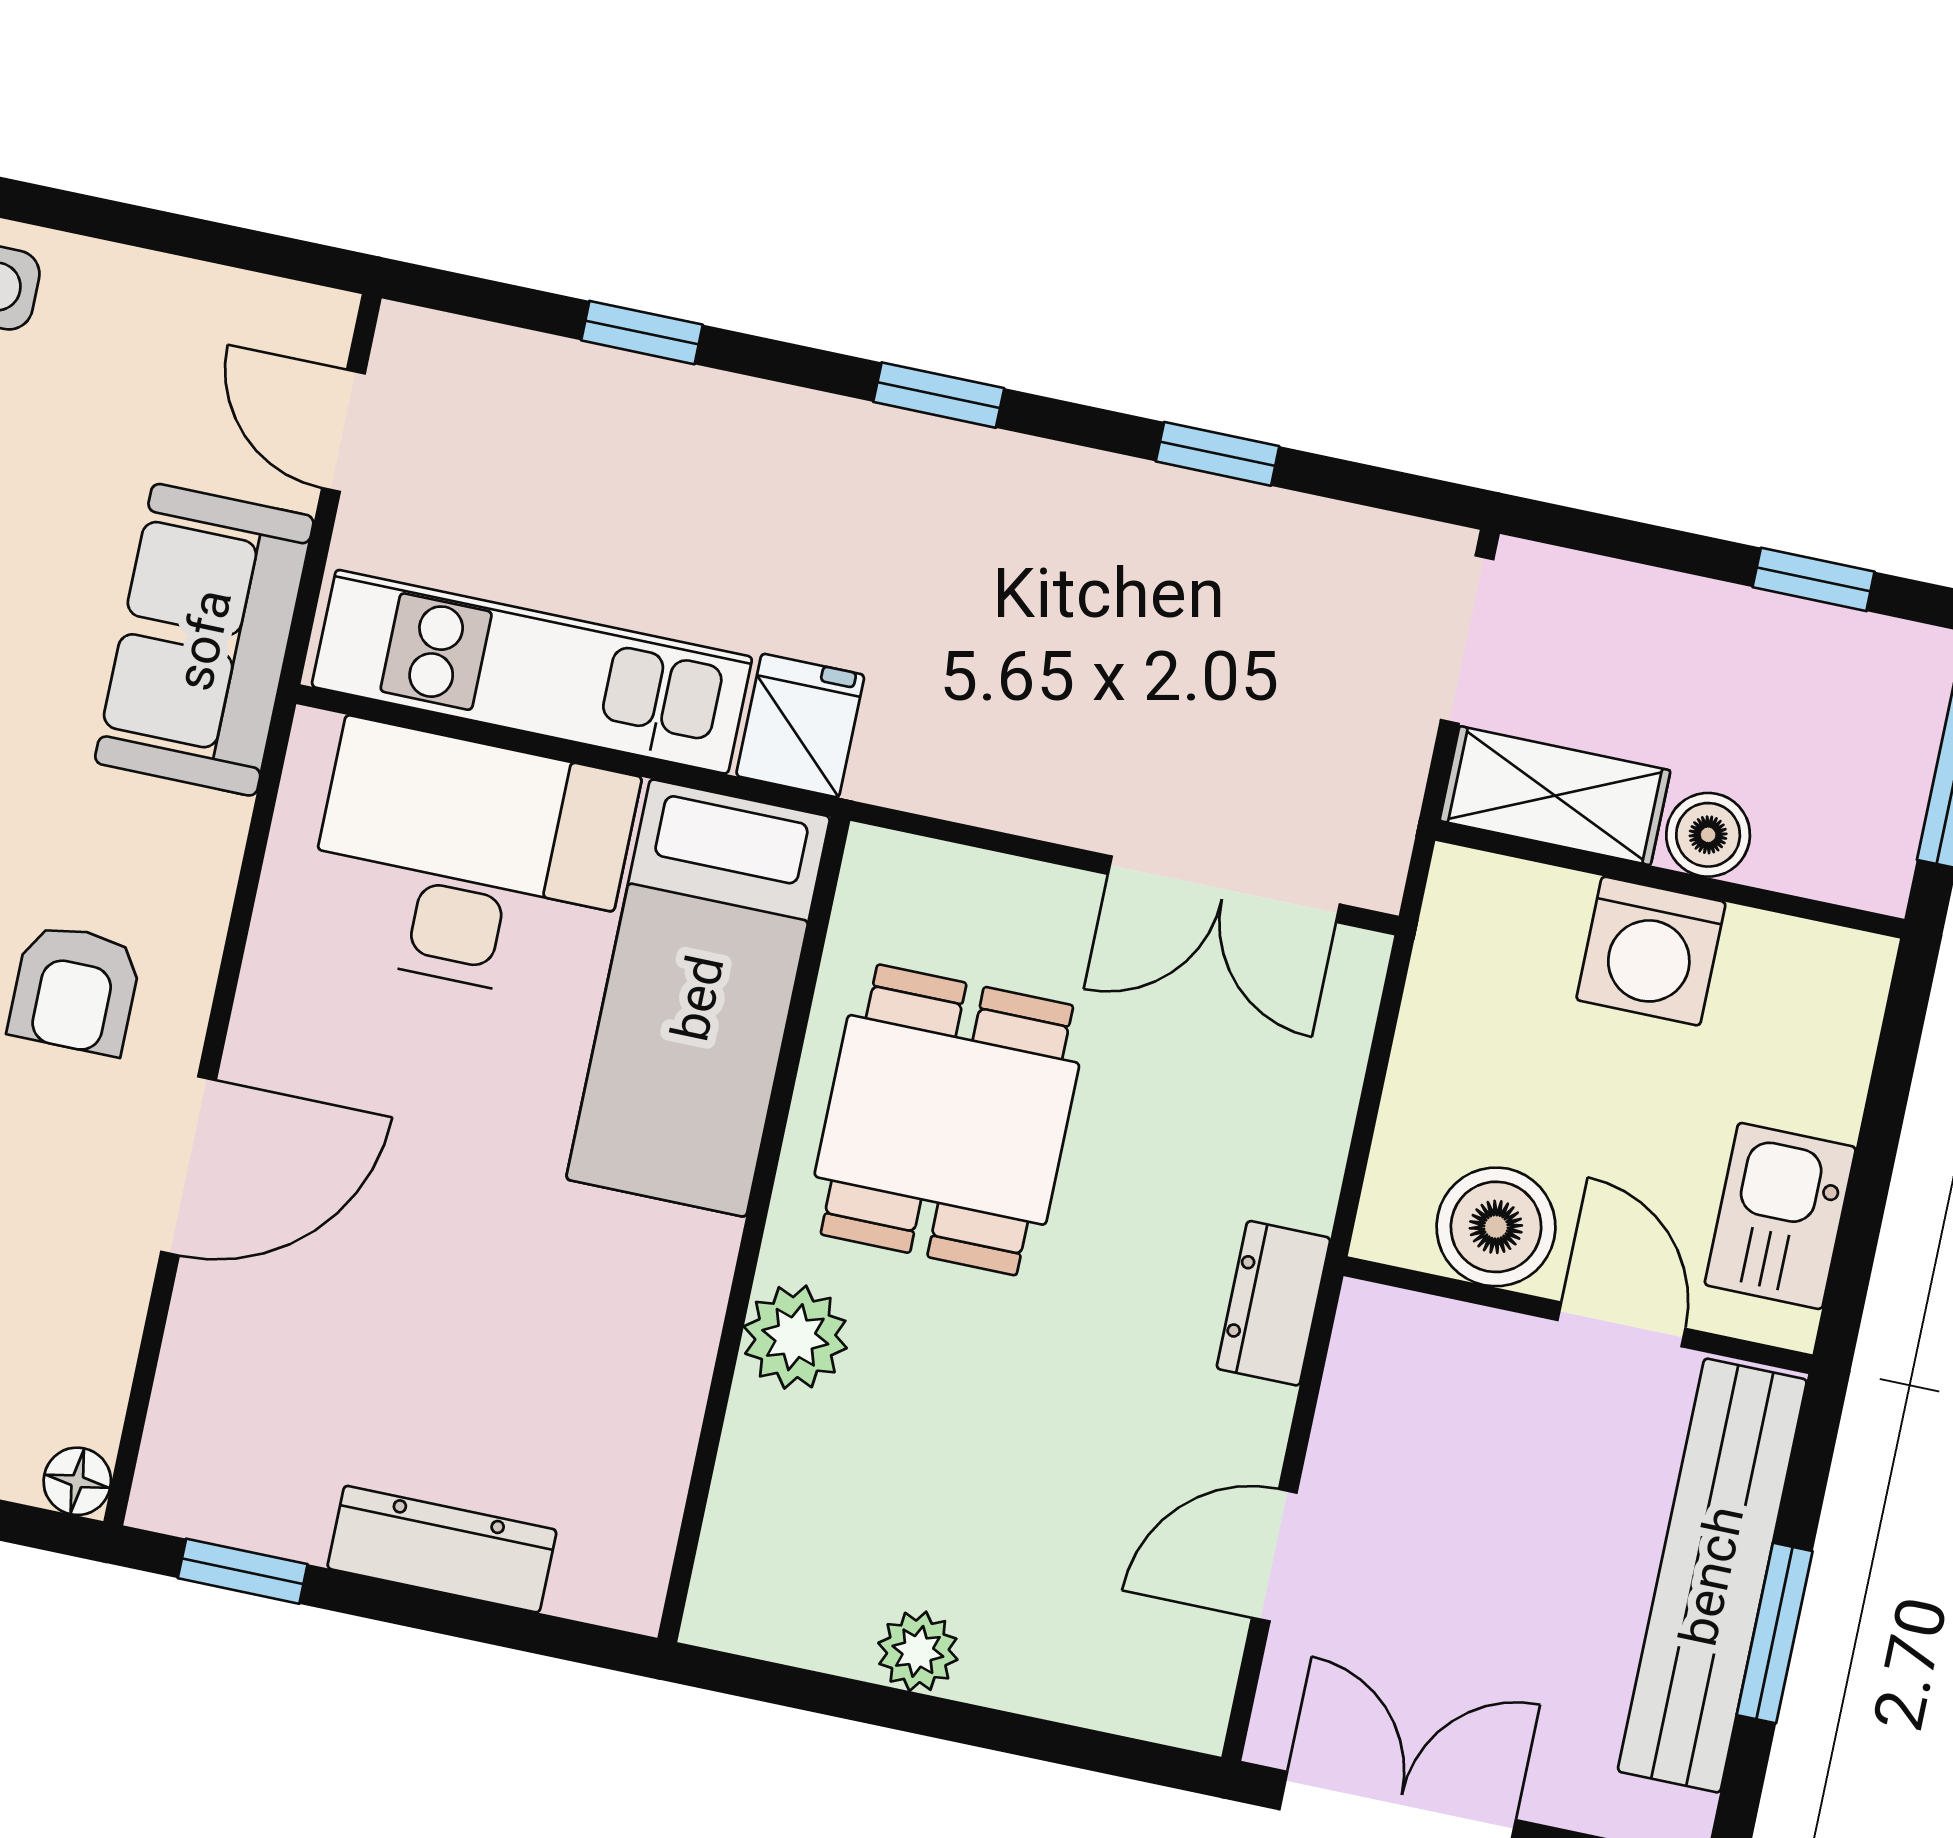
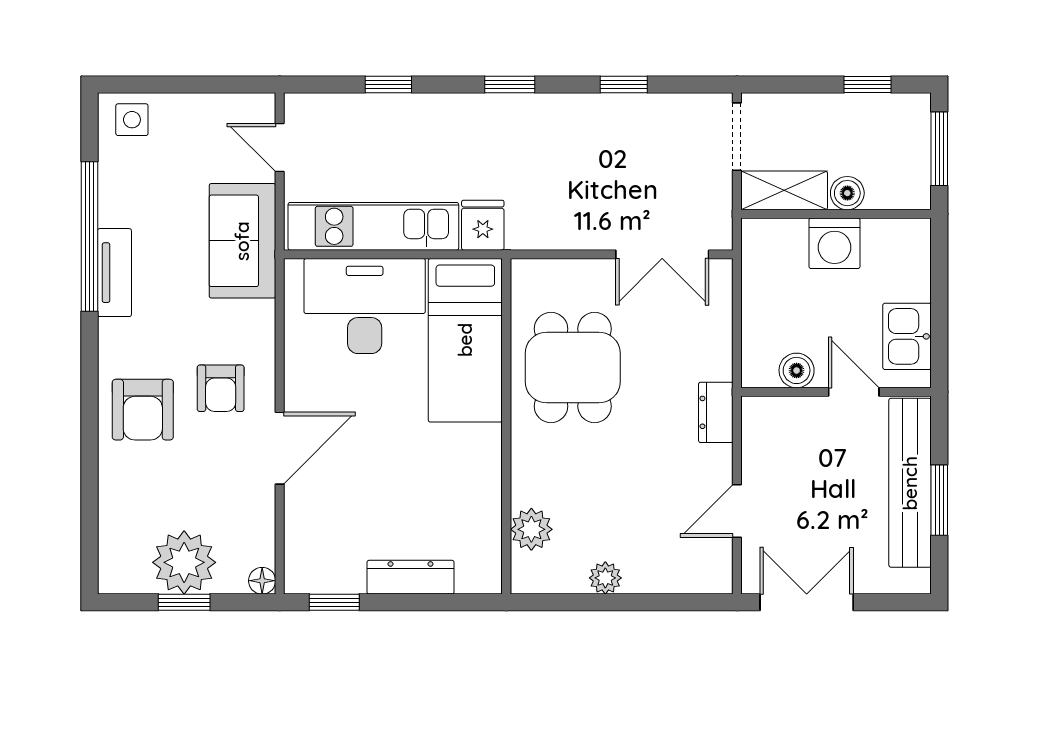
boiler: (1496, 1227) -> (797, 370), width x0.73, depth x0.73
plant: (795, 1337) -> (531, 529), moved

